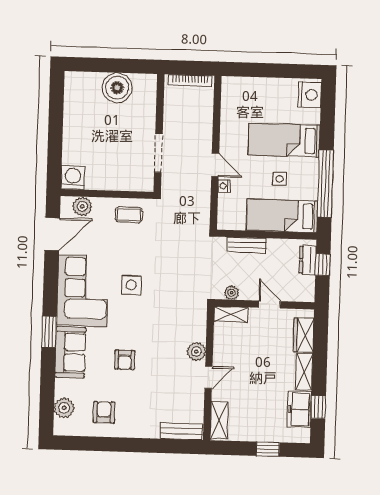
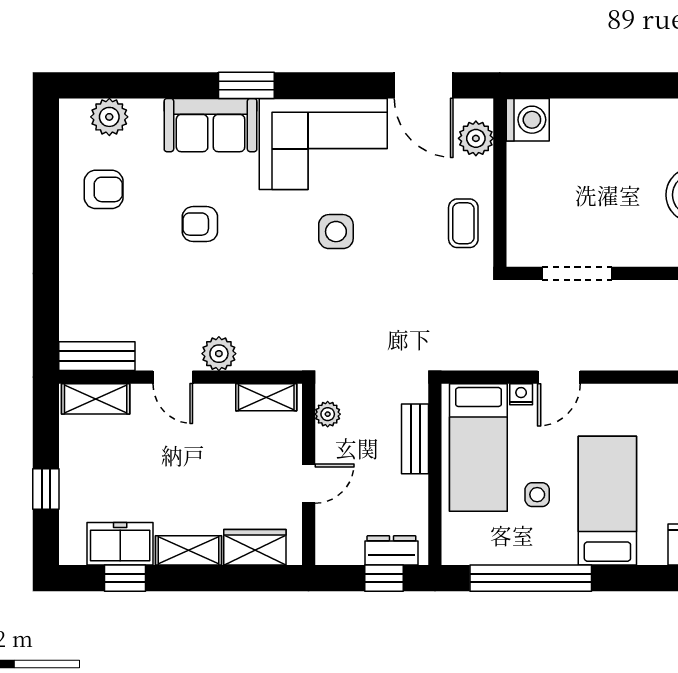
bed: (282, 216) -> (478, 447), moved, turned 180
shelving: (231, 314) -> (266, 397), moved, turned 90
bench: (181, 431) -> (97, 356), moved, turned 90

